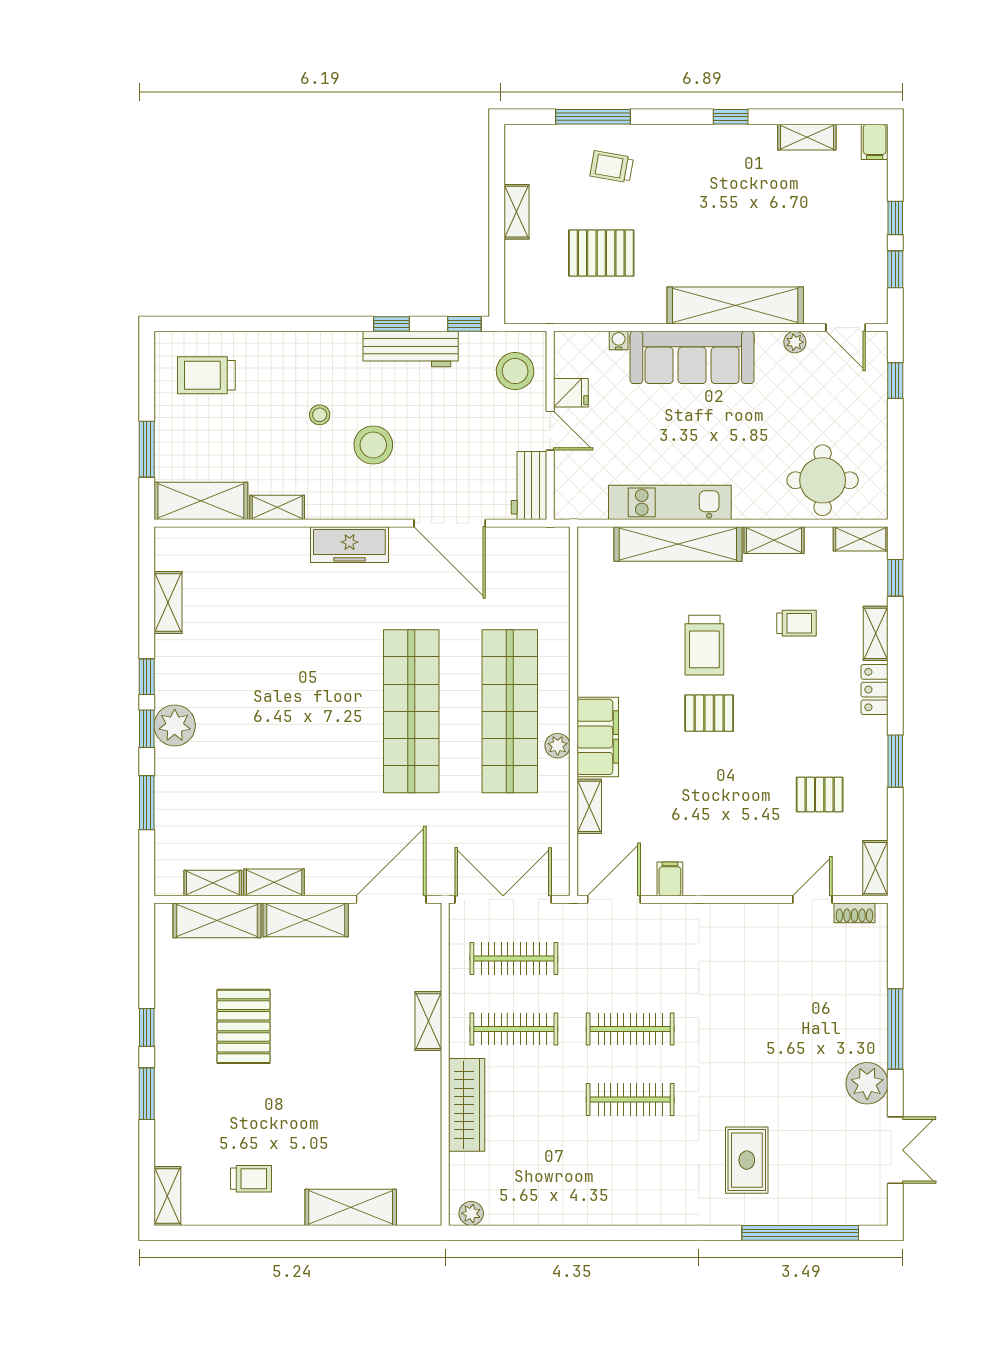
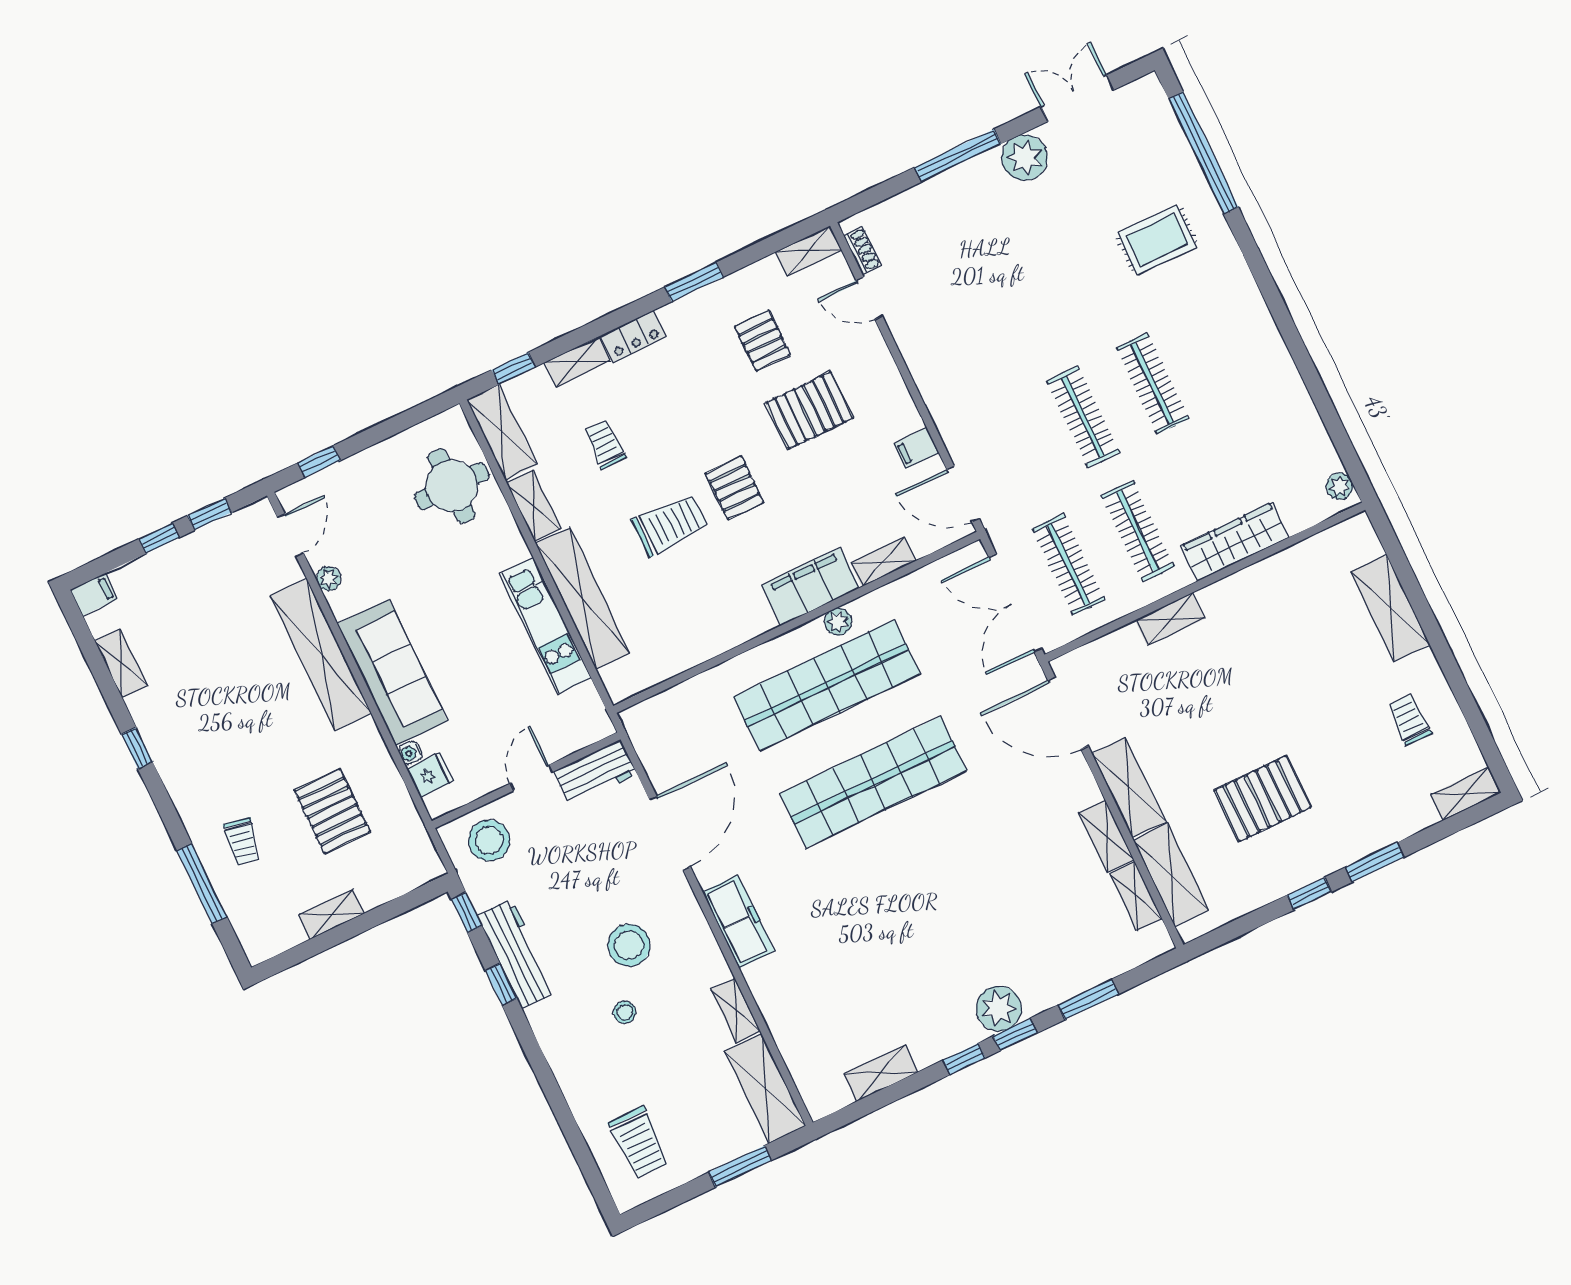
fridge: (571, 393) -> (430, 775), moved, turned 90
shelving: (861, 539) -> (502, 432), width x1.50, depth x1.33
pallet: (744, 806) -> (809, 410), added

